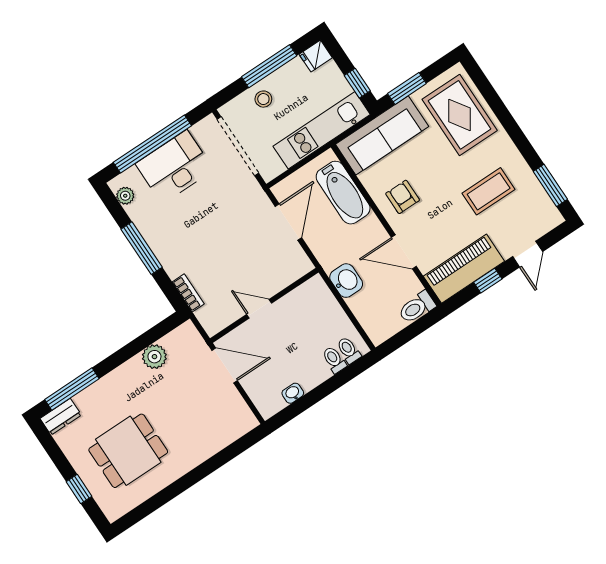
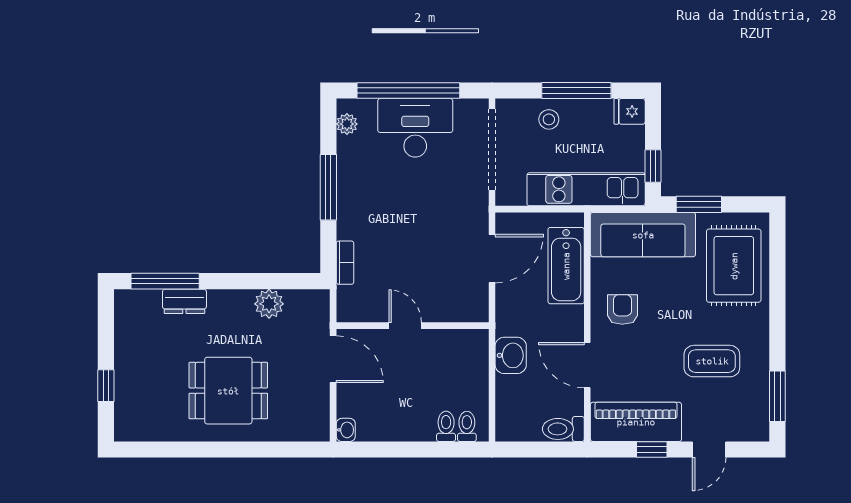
washbasin: (293, 393) -> (346, 430), moved, turned 90
dresser: (61, 417) -> (184, 301), moved
dining table: (128, 451) -> (228, 391), moved

